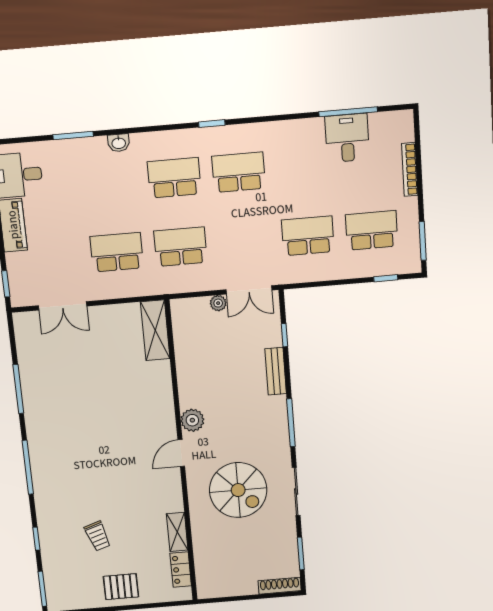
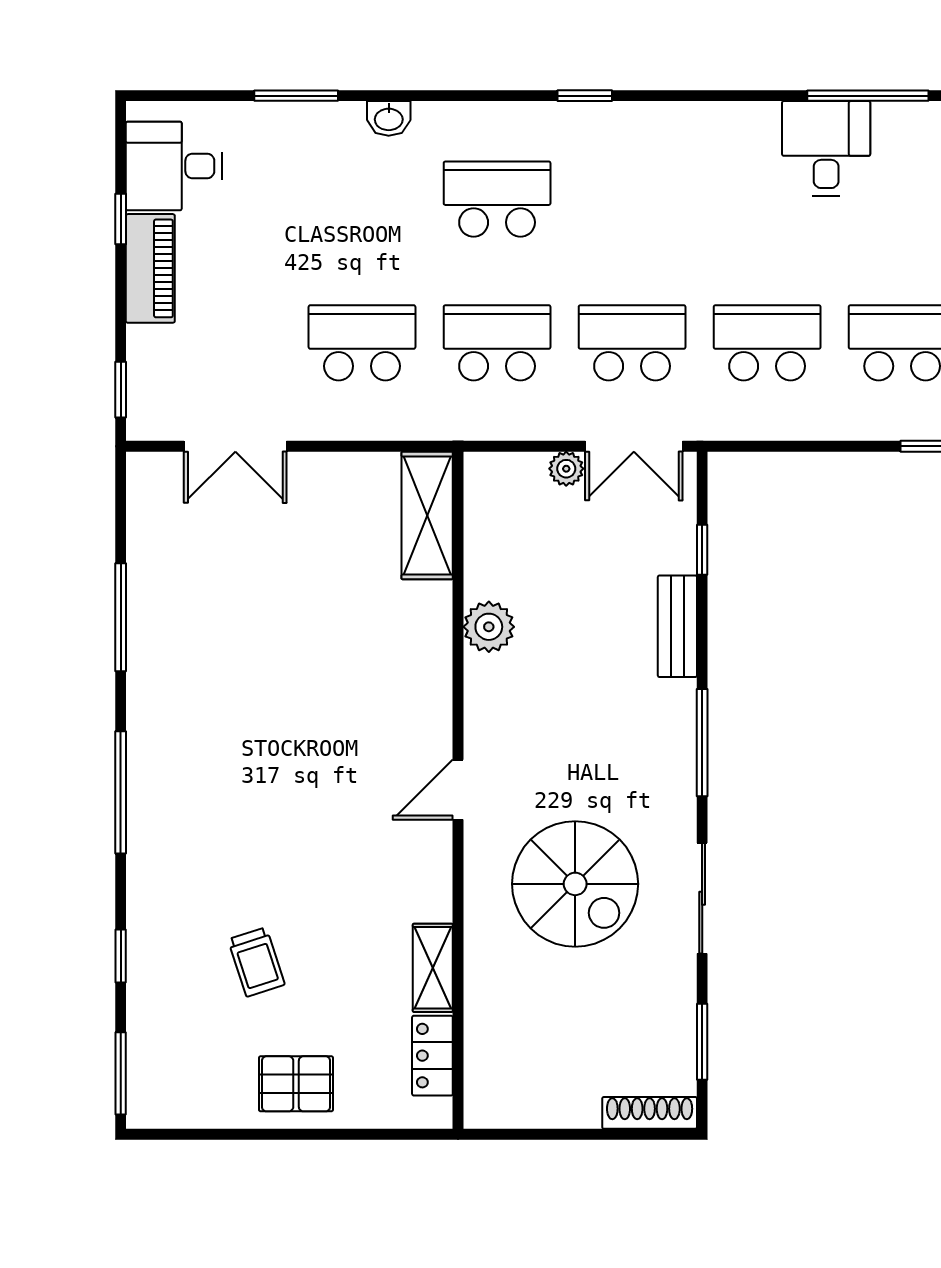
desk: (347, 138) -> (826, 148), moved
school desk: (239, 172) -> (632, 343), moved
plant: (192, 420) -> (489, 627), moved

